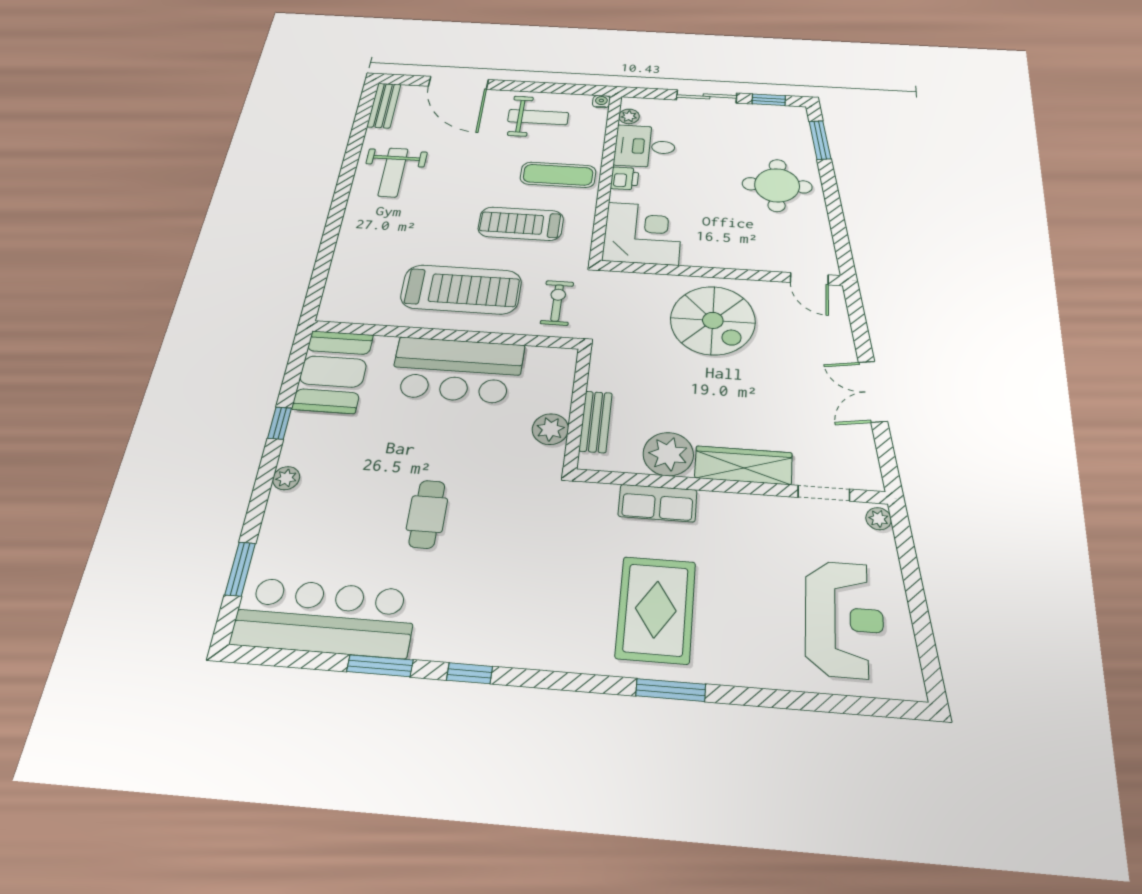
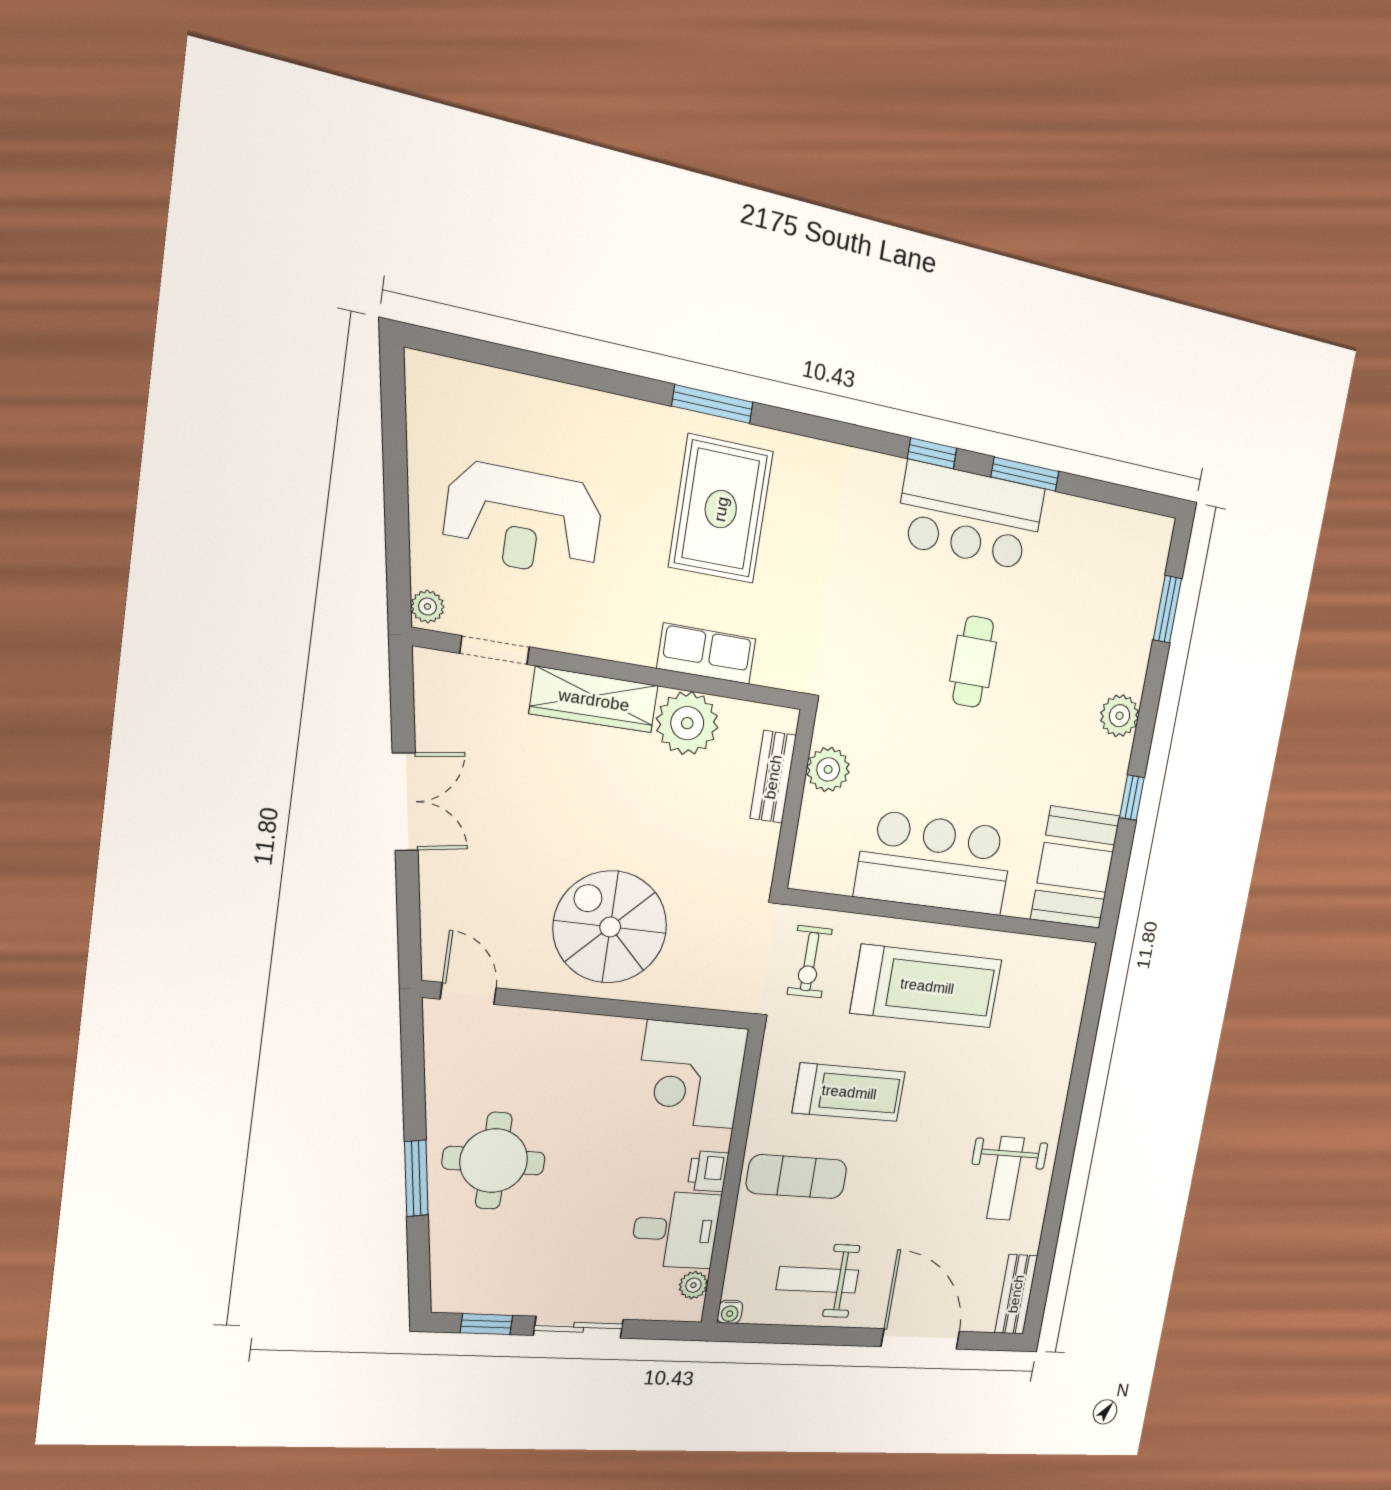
window: (820, 140) -> (416, 1178), moved
weight bench: (393, 172) -> (1006, 1178), turned 180
treadmill: (461, 289) -> (927, 986), turned 180
plant: (286, 478) -> (1120, 716), width x1.38, depth x1.38
bar counter: (325, 618) -> (970, 516), moved, width x0.73
reception desk: (844, 619) -> (523, 520), moved, turned -90

